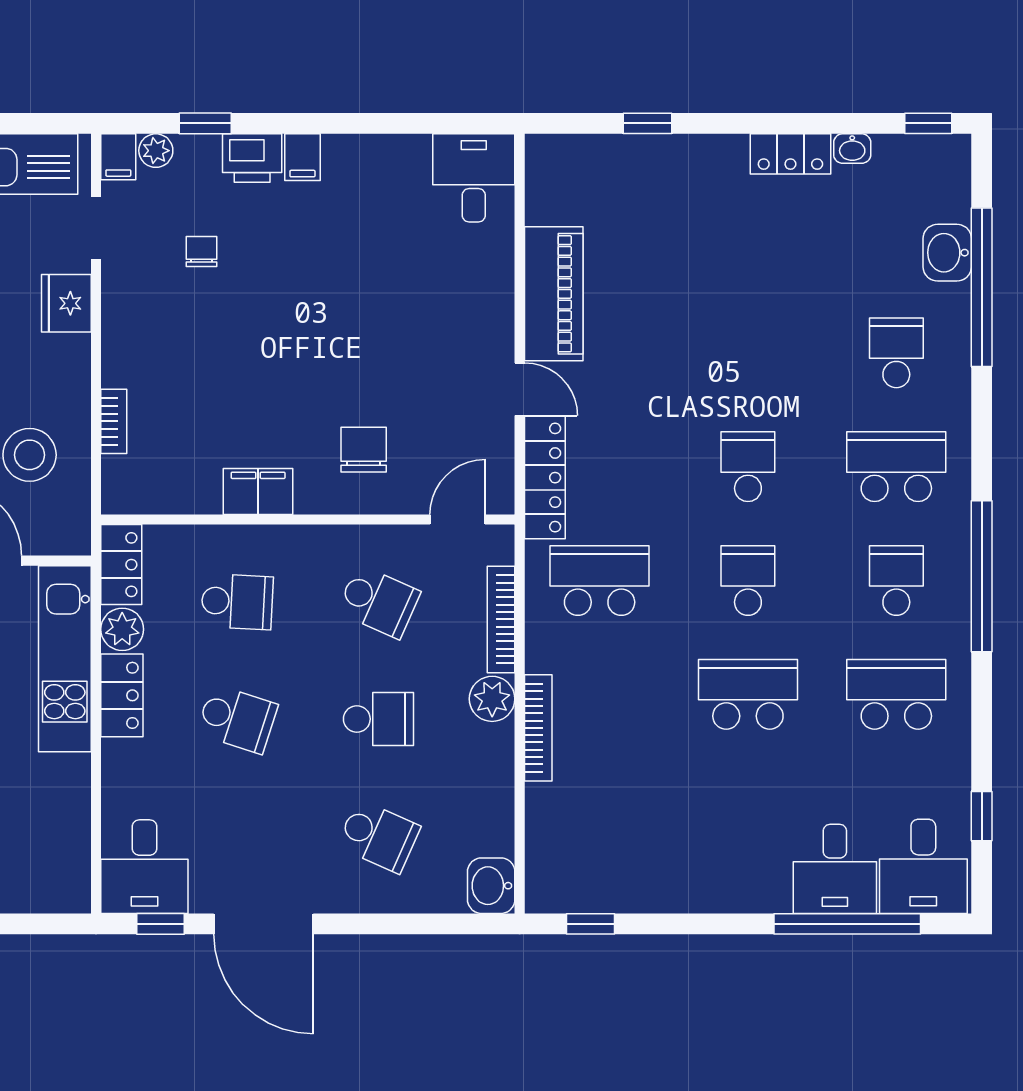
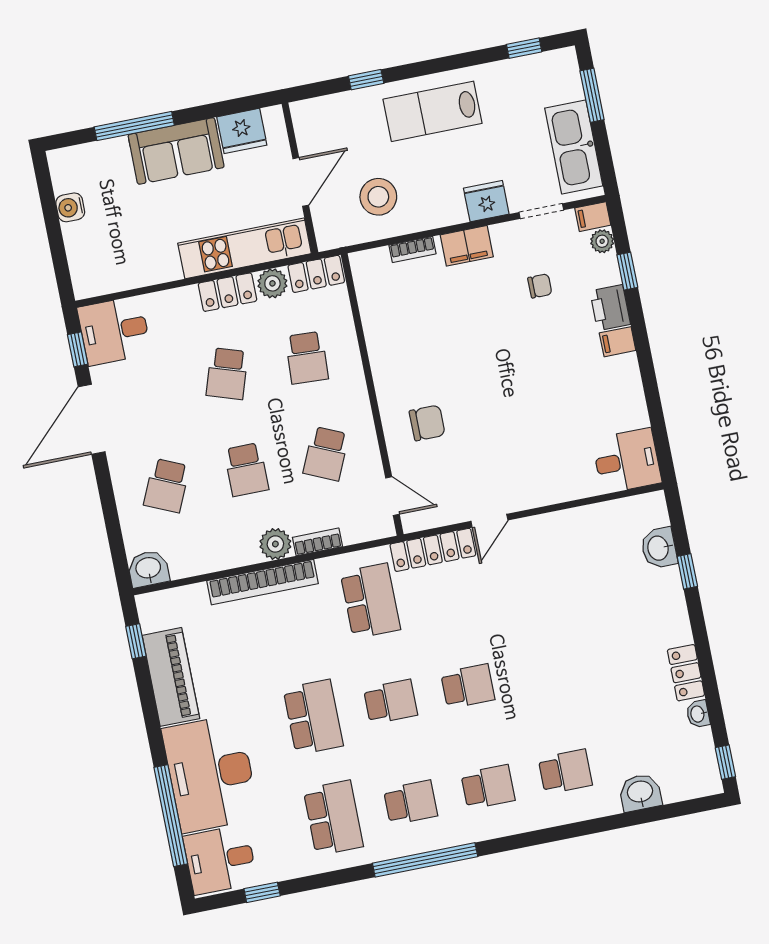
washbasin: (606, 157) -> (659, 548), added
window: (982, 287) -> (621, 821), removed
piano: (554, 294) -> (171, 677), moved, turned -90
school desk: (896, 467) -> (488, 787), width x0.54
filing cabinet: (258, 492) -> (467, 246), moved, turned 90
bookcase: (501, 619) -> (317, 542), width x0.64
bookcase: (538, 728) -> (263, 582), width x1.48, depth x1.31
desk: (835, 869) -> (211, 774), width x1.87, depth x1.30

